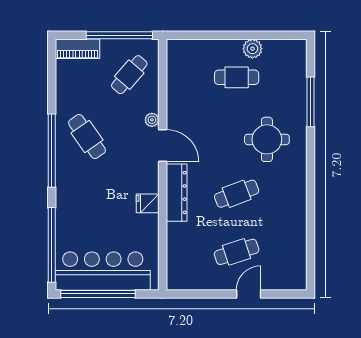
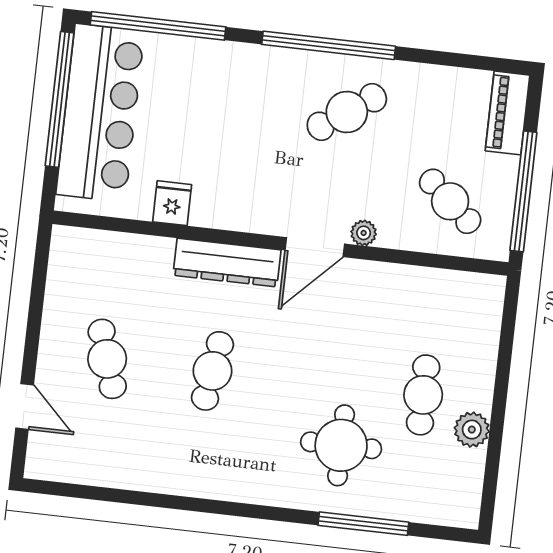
round table: (267, 139) -> (341, 445), moved
cafe table: (237, 194) -> (212, 371), turned 30
fridge: (148, 203) -> (172, 203), moved
door: (249, 294) -> (25, 407), moved

